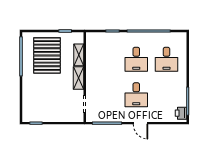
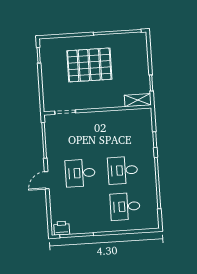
pallet: (47, 55) -> (89, 65), moved
shelving: (79, 55) -> (138, 100), moved
shelving: (78, 78) -> (96, 103), removed

